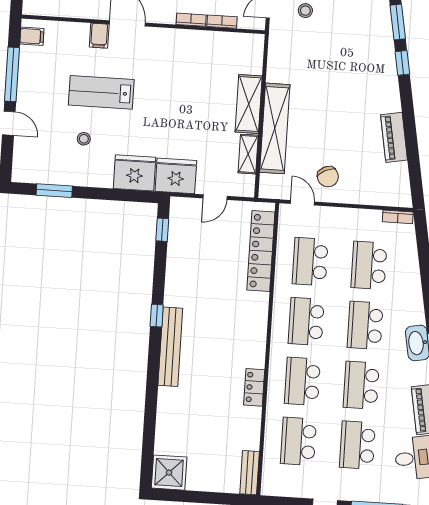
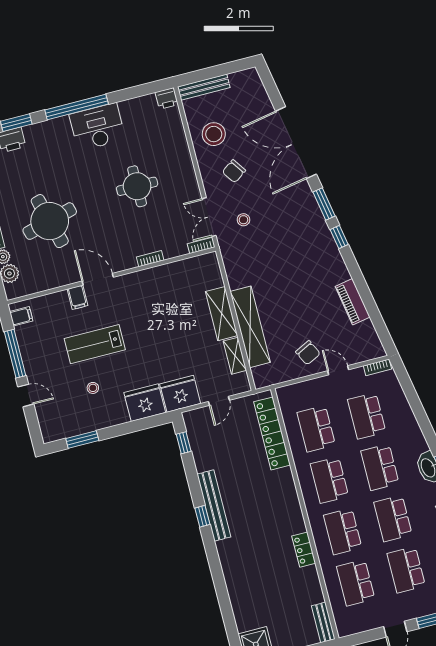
bookcase: (222, 22) -> (201, 246), moved
door: (302, 203) -> (338, 370), moved
bench: (170, 347) -> (214, 506), moved

